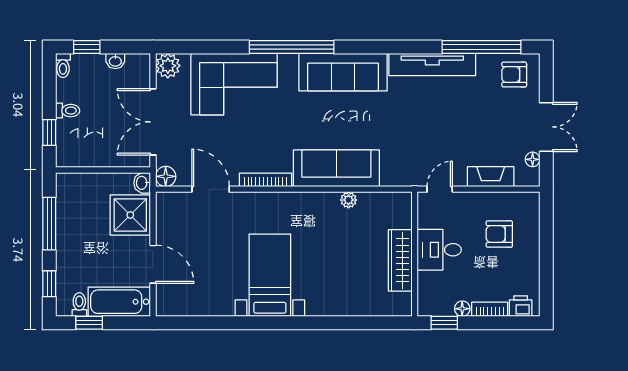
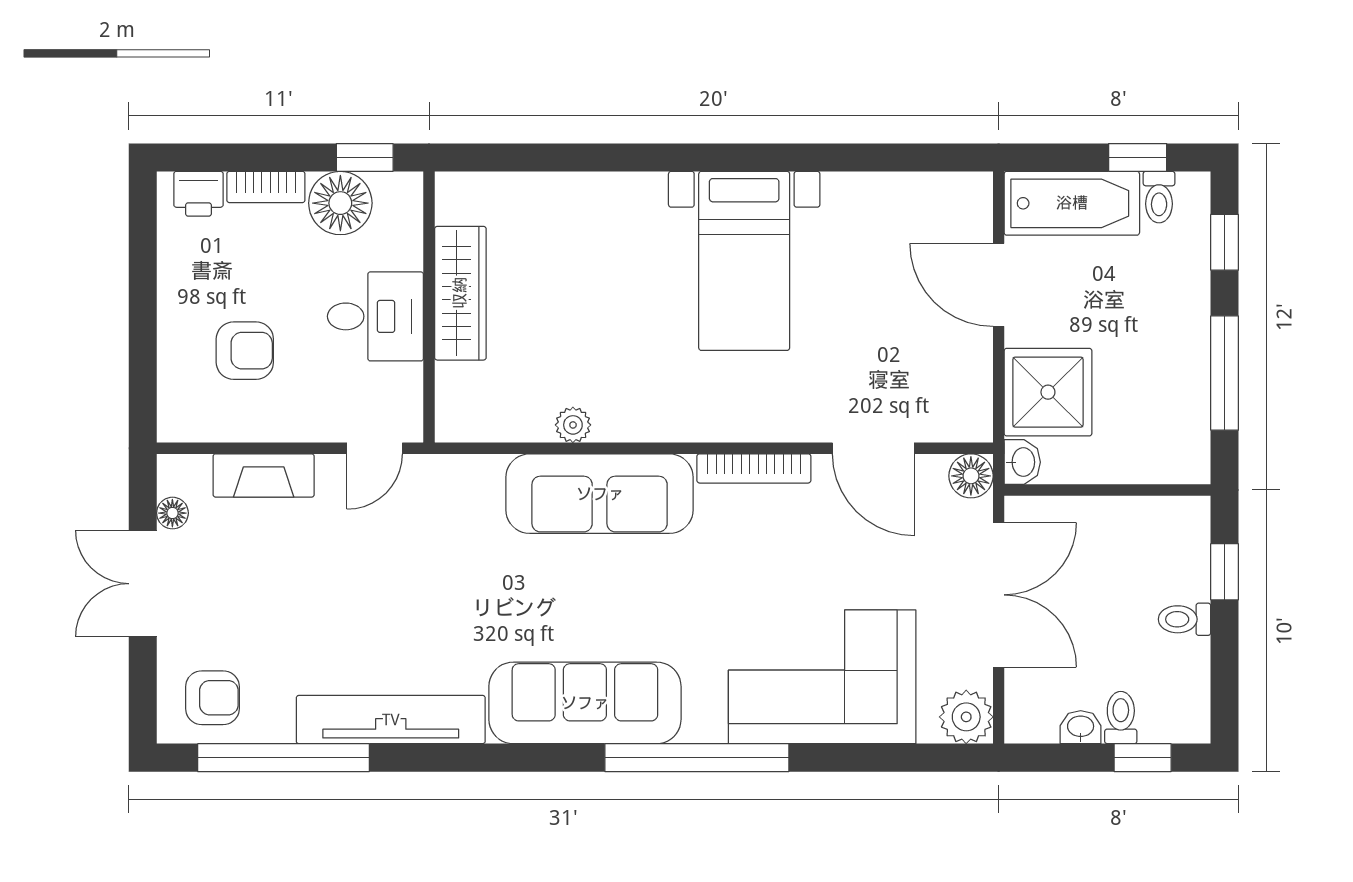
toilet: (63, 65) -> (1121, 718), moved
floor lamp: (462, 309) -> (340, 203), width x1.89, depth x1.89

